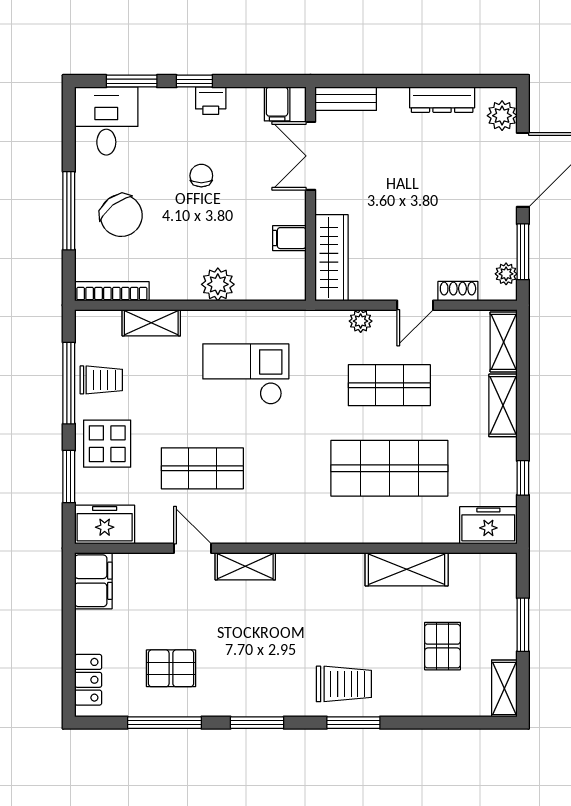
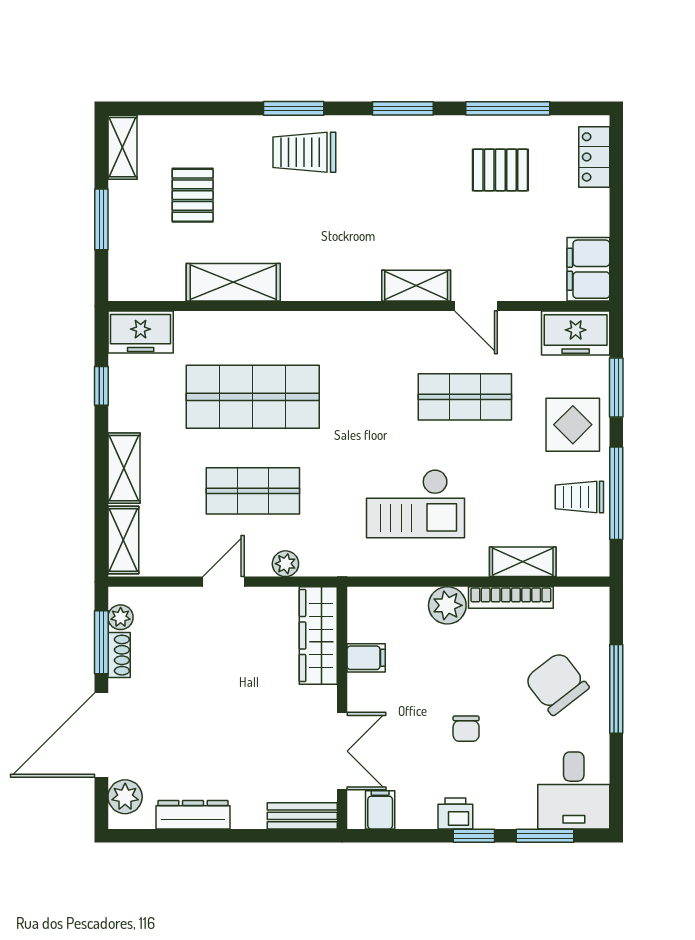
bookcase: (112, 291) -> (511, 598), moved
shoe rack: (458, 291) -> (119, 655), moved, turned -90

